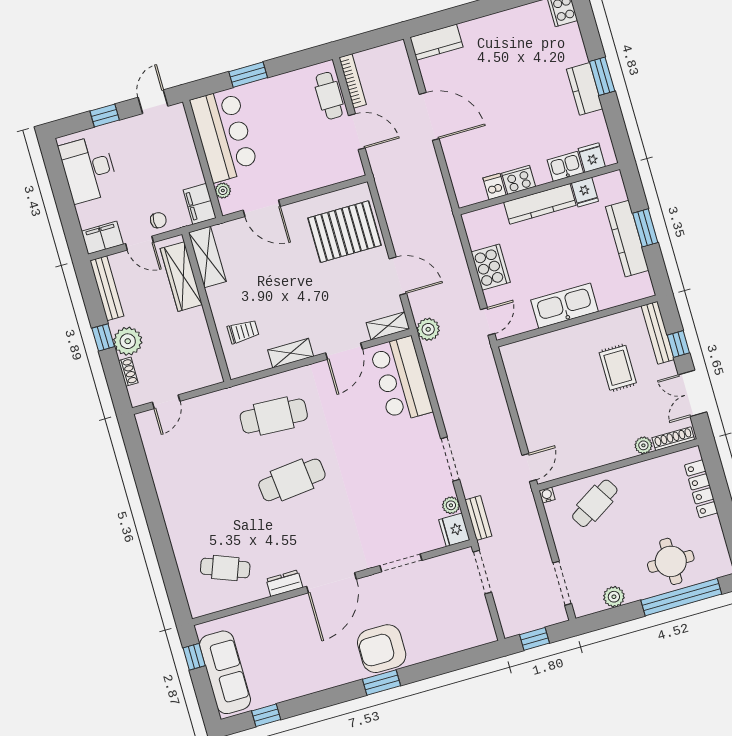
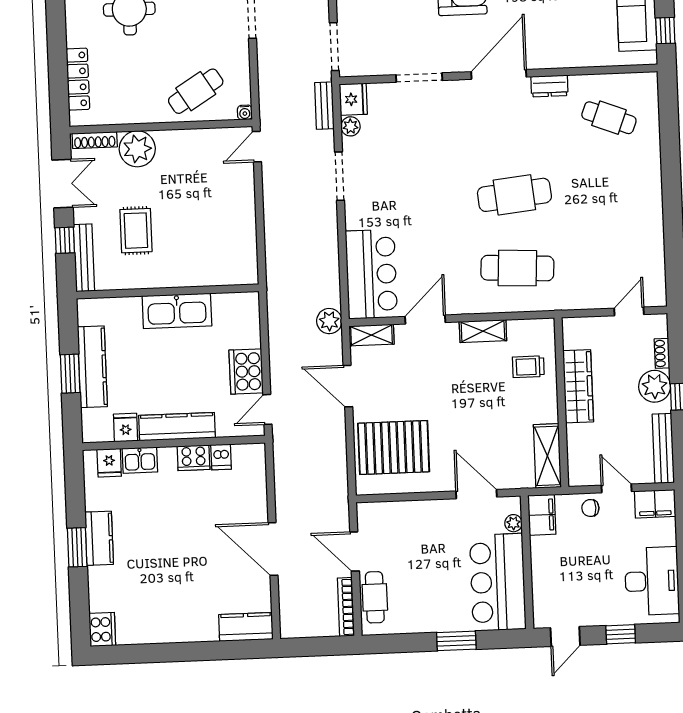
wardrobe: (181, 277) -> (578, 386), moved
door: (488, 321) -> (267, 409), moved
plant: (643, 445) -> (137, 149), width x1.88, depth x1.88

